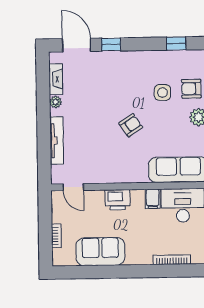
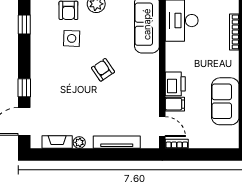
door: (73, 187) -> (162, 127), hinge flipped
filing cabinet: (153, 199) -> (175, 104), moved
bookcase: (56, 236) -> (177, 144), moved

